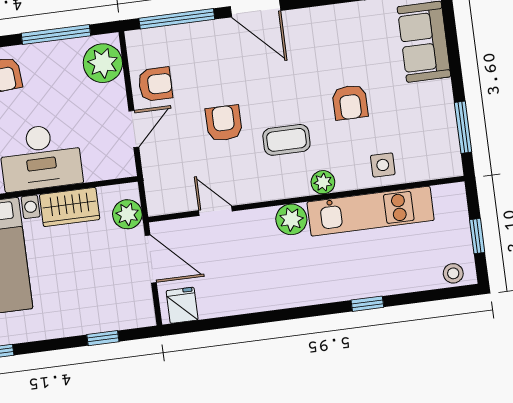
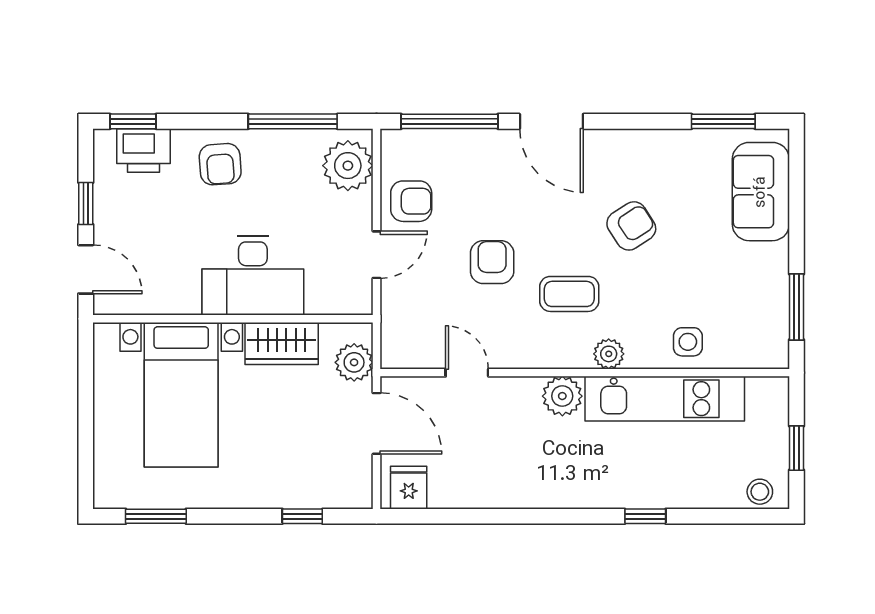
armchair: (350, 102) -> (631, 226), moved, turned -123

